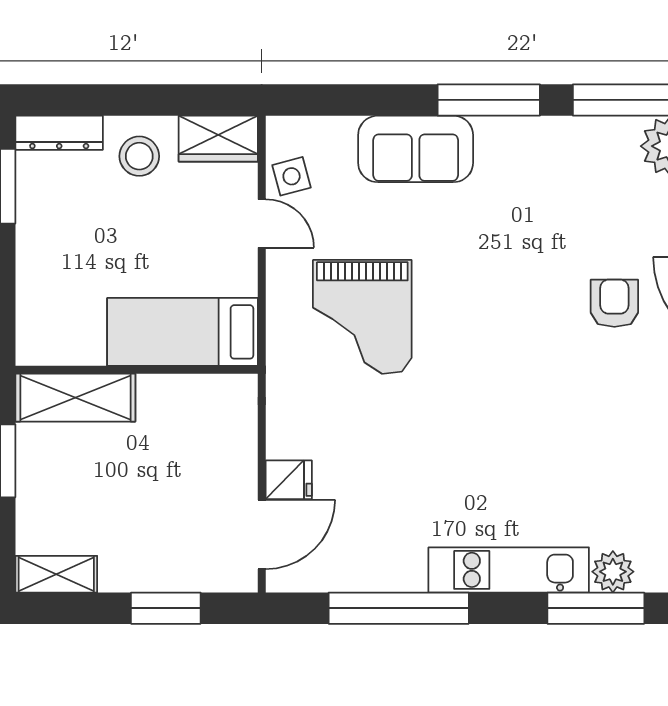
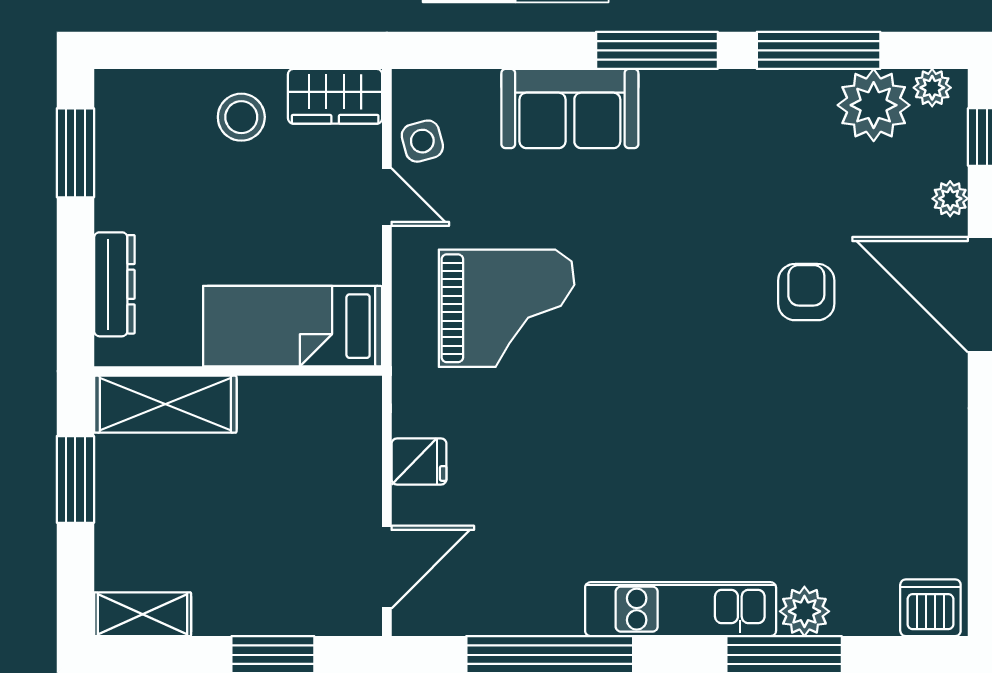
dresser: (59, 133) -> (114, 284), moved, turned -90
grand piano: (362, 317) -> (507, 308), turned -90
fridge: (289, 480) -> (419, 461), moved

